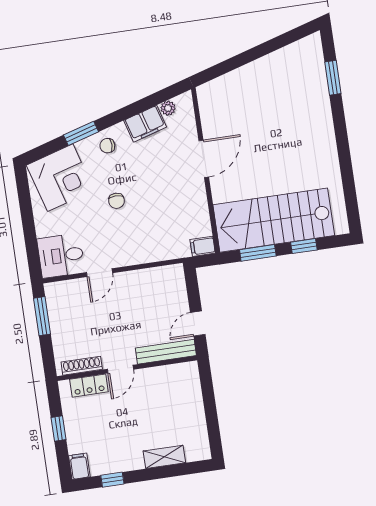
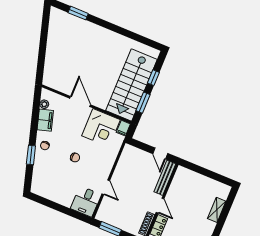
corner desk: (60, 178) -> (101, 128), moved, turned 106

